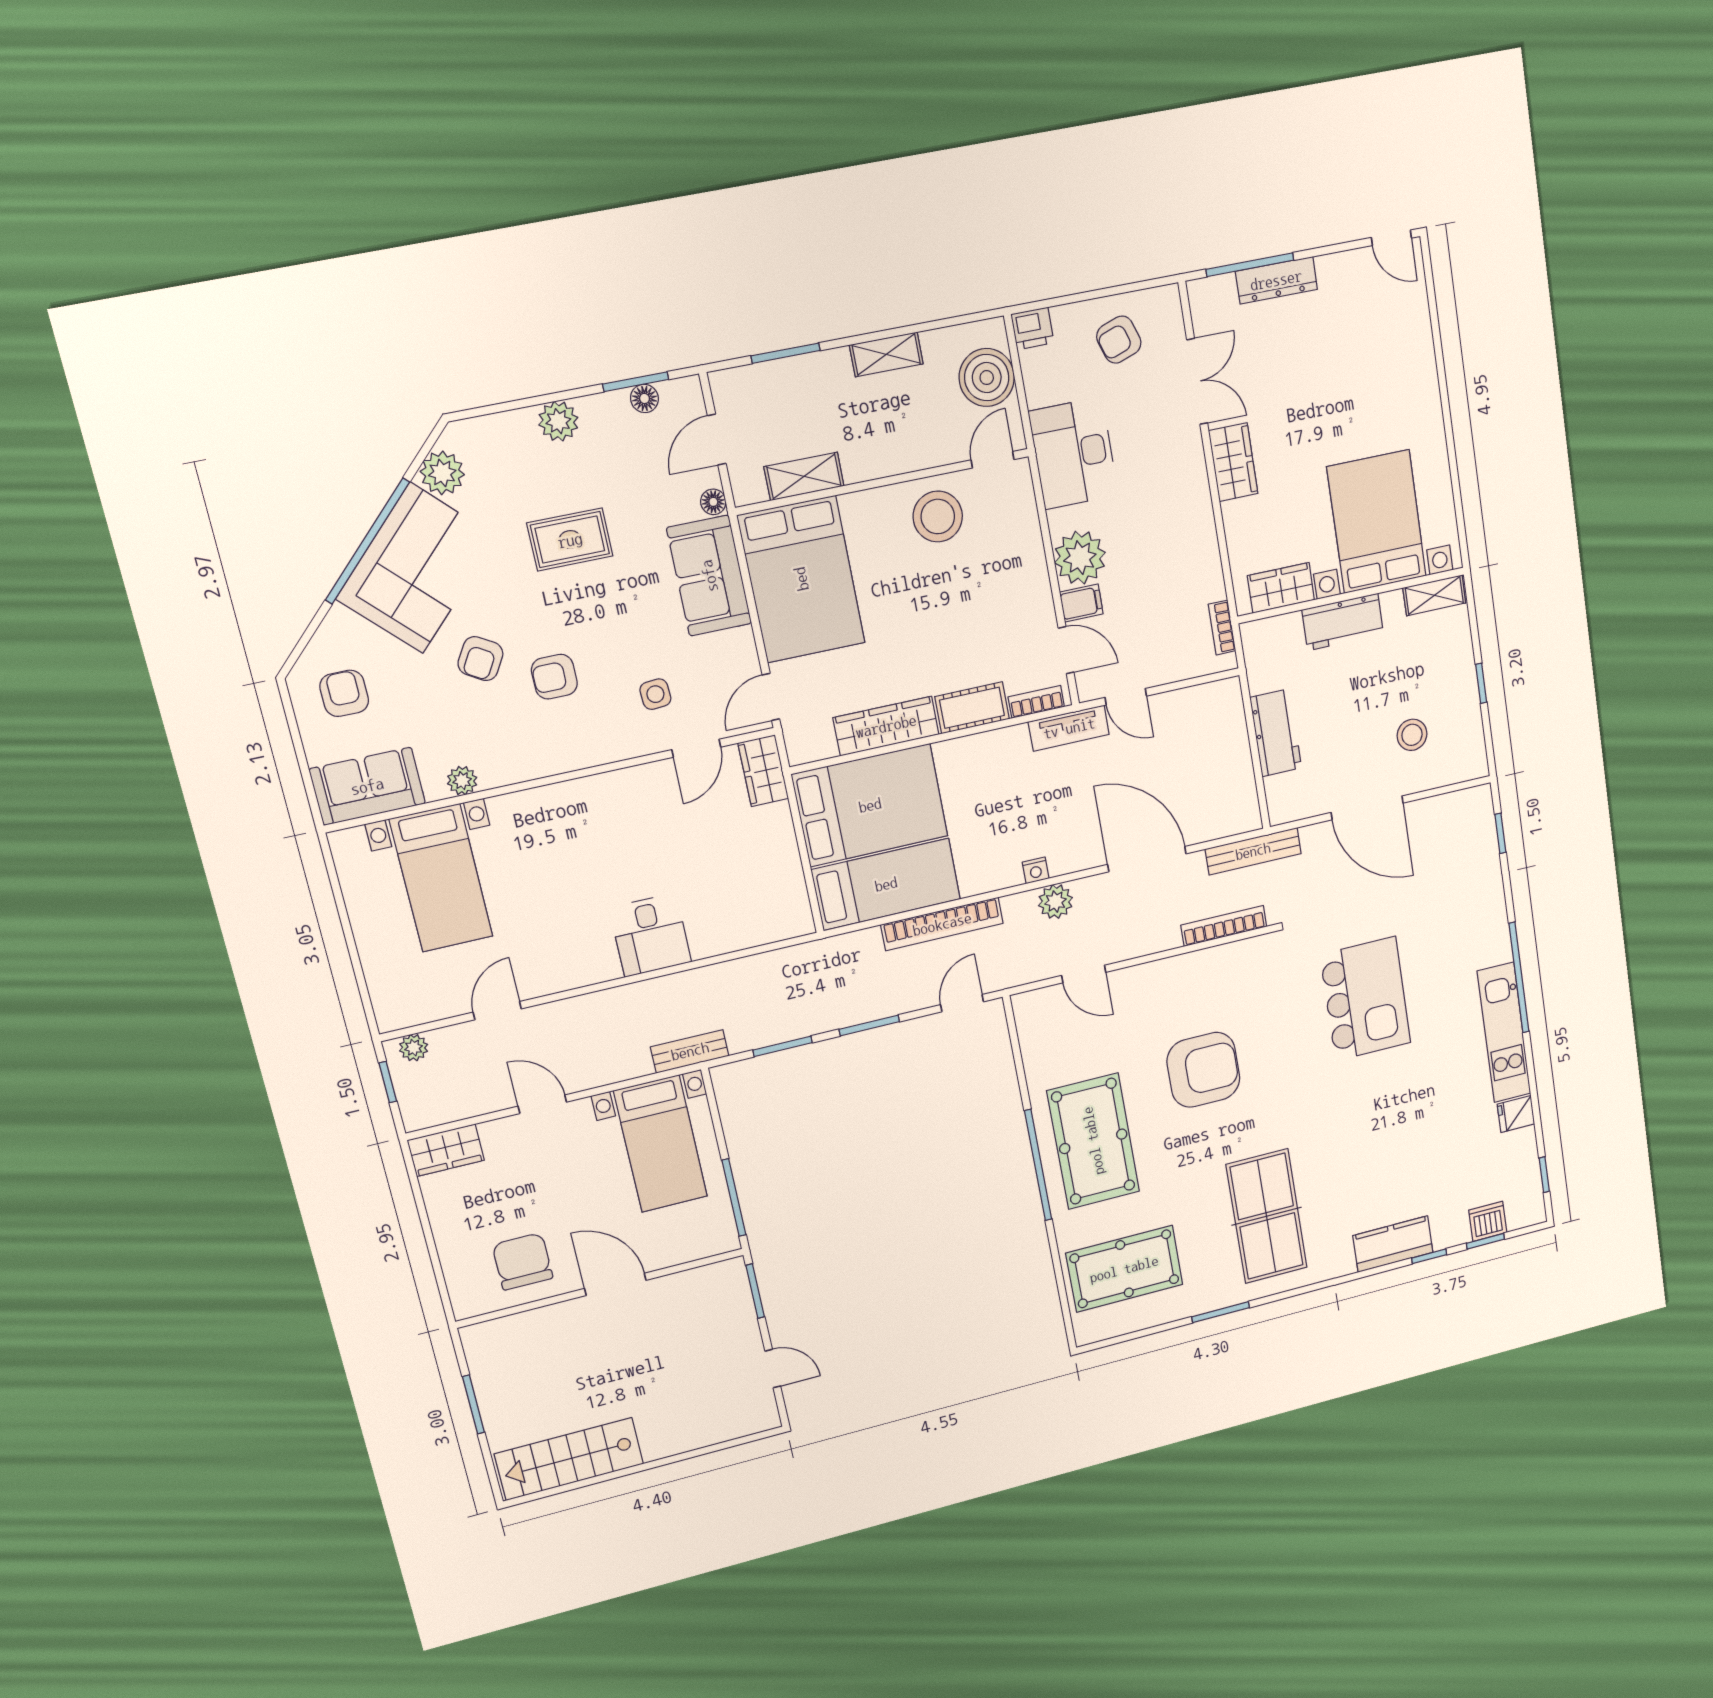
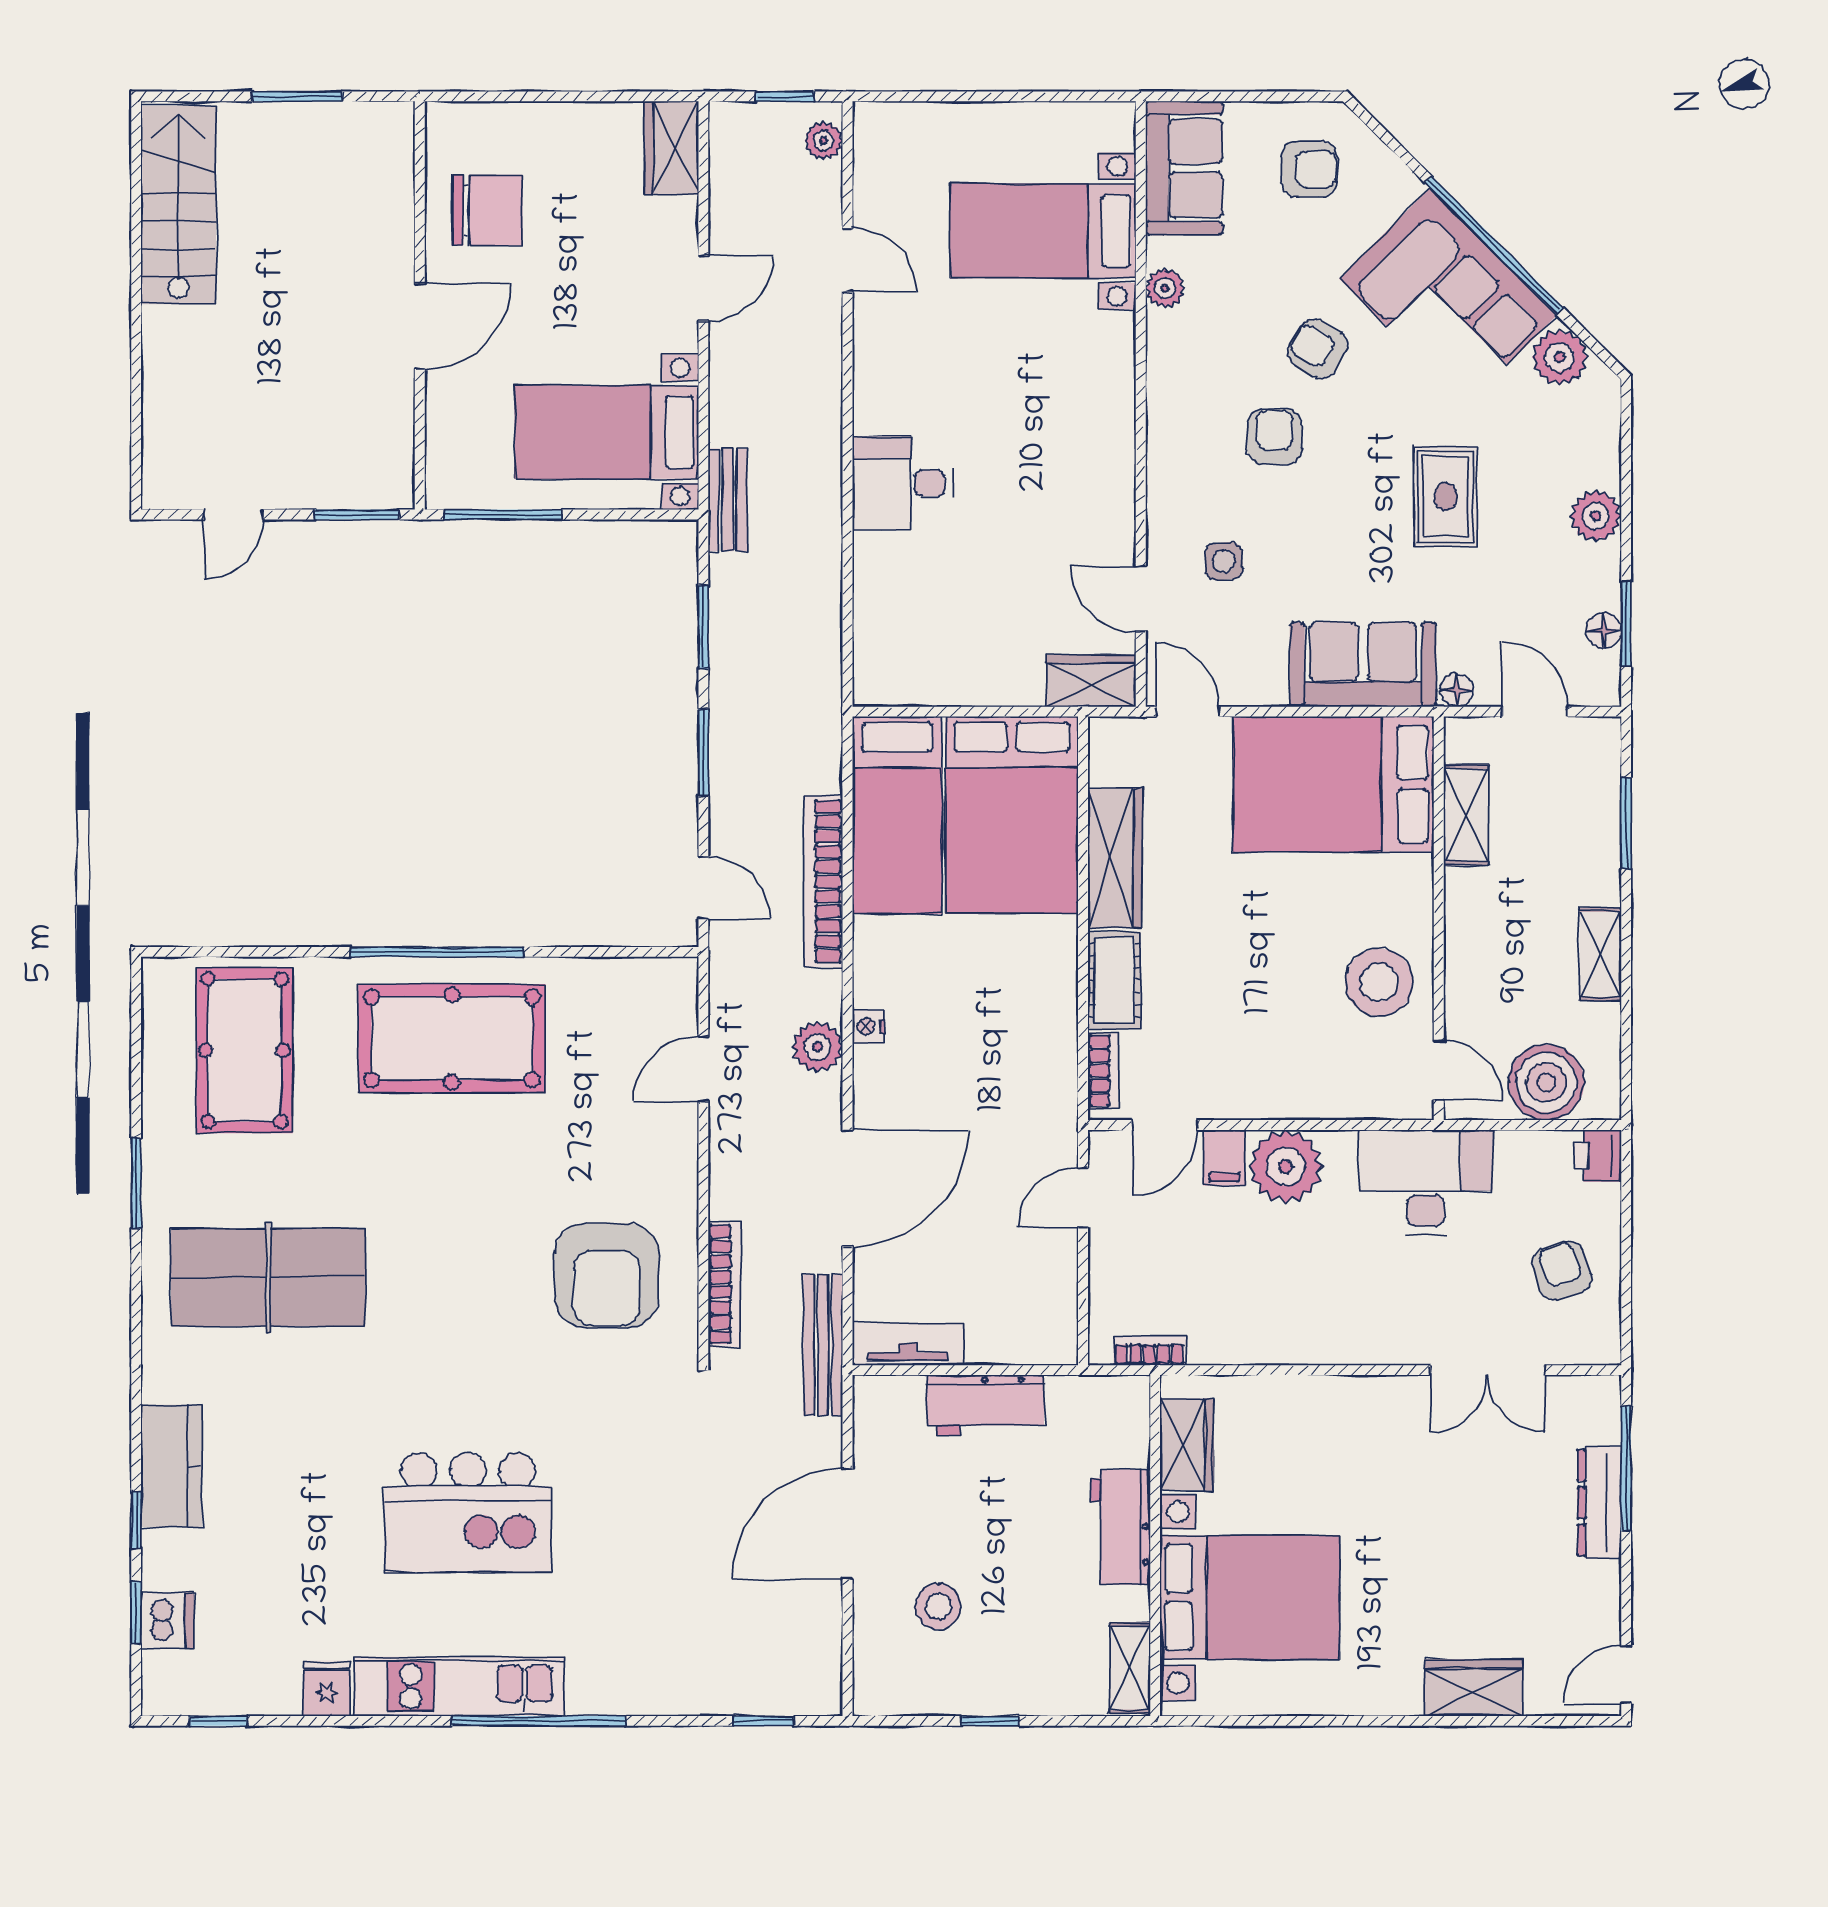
wardrobe: (1233, 462) -> (1474, 1688), moved, turned 180
tv unit: (1069, 728) -> (908, 1344), moved, turned 90
kitchen island: (1365, 999) -> (468, 1512), moved
armchair: (1203, 1070) -> (607, 1276), moved

